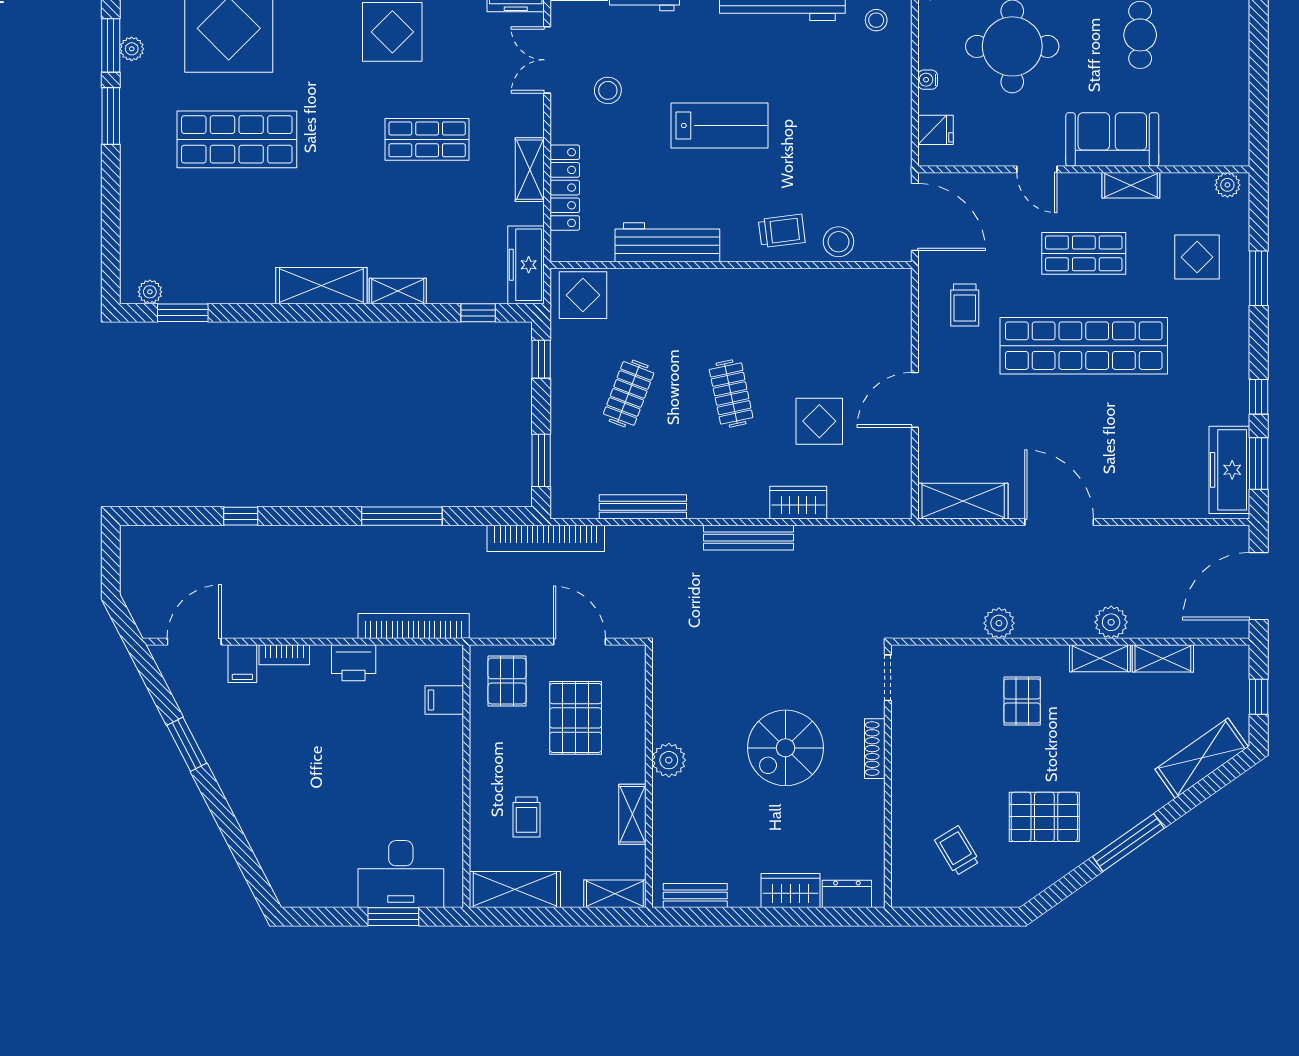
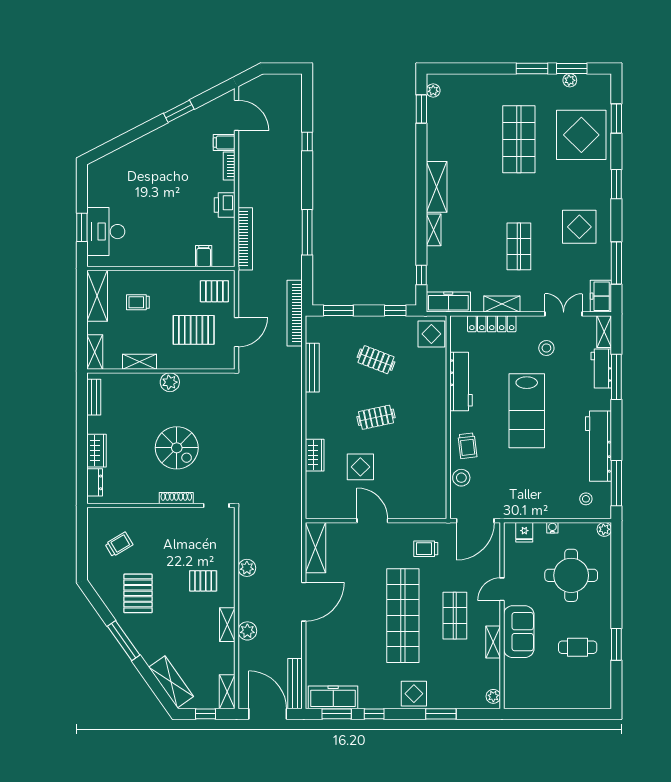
lab bench: (720, 126) -> (527, 411), width x1.36, depth x1.39
display table: (1197, 257) -> (414, 694), moved
bench: (749, 538) -> (295, 684), moved
shelving: (1163, 658) -> (227, 692), moved
spiral stairs: (785, 748) -> (177, 448), turned 180

